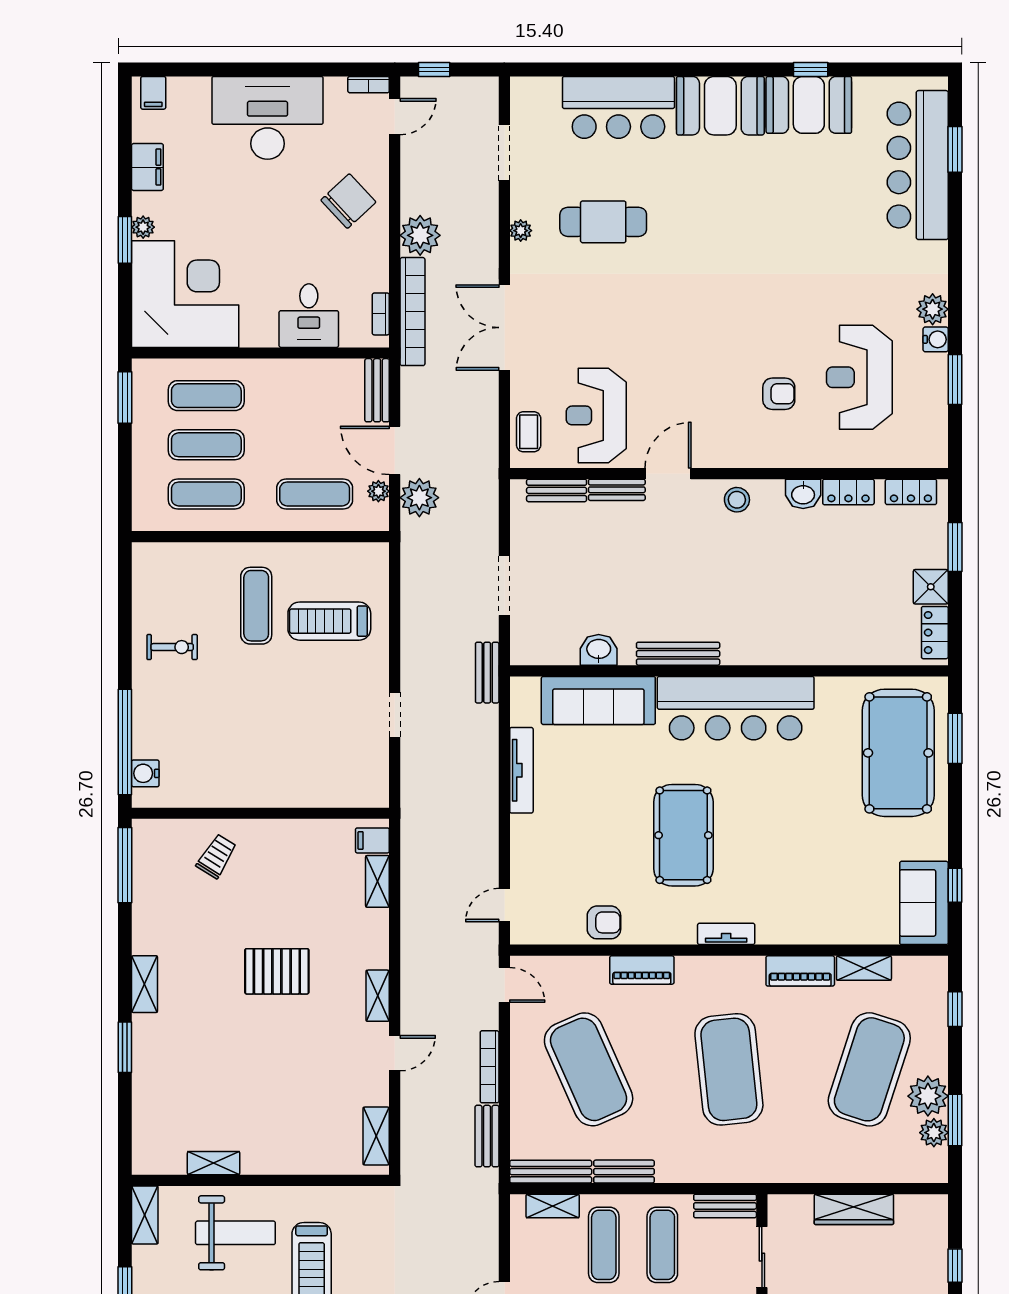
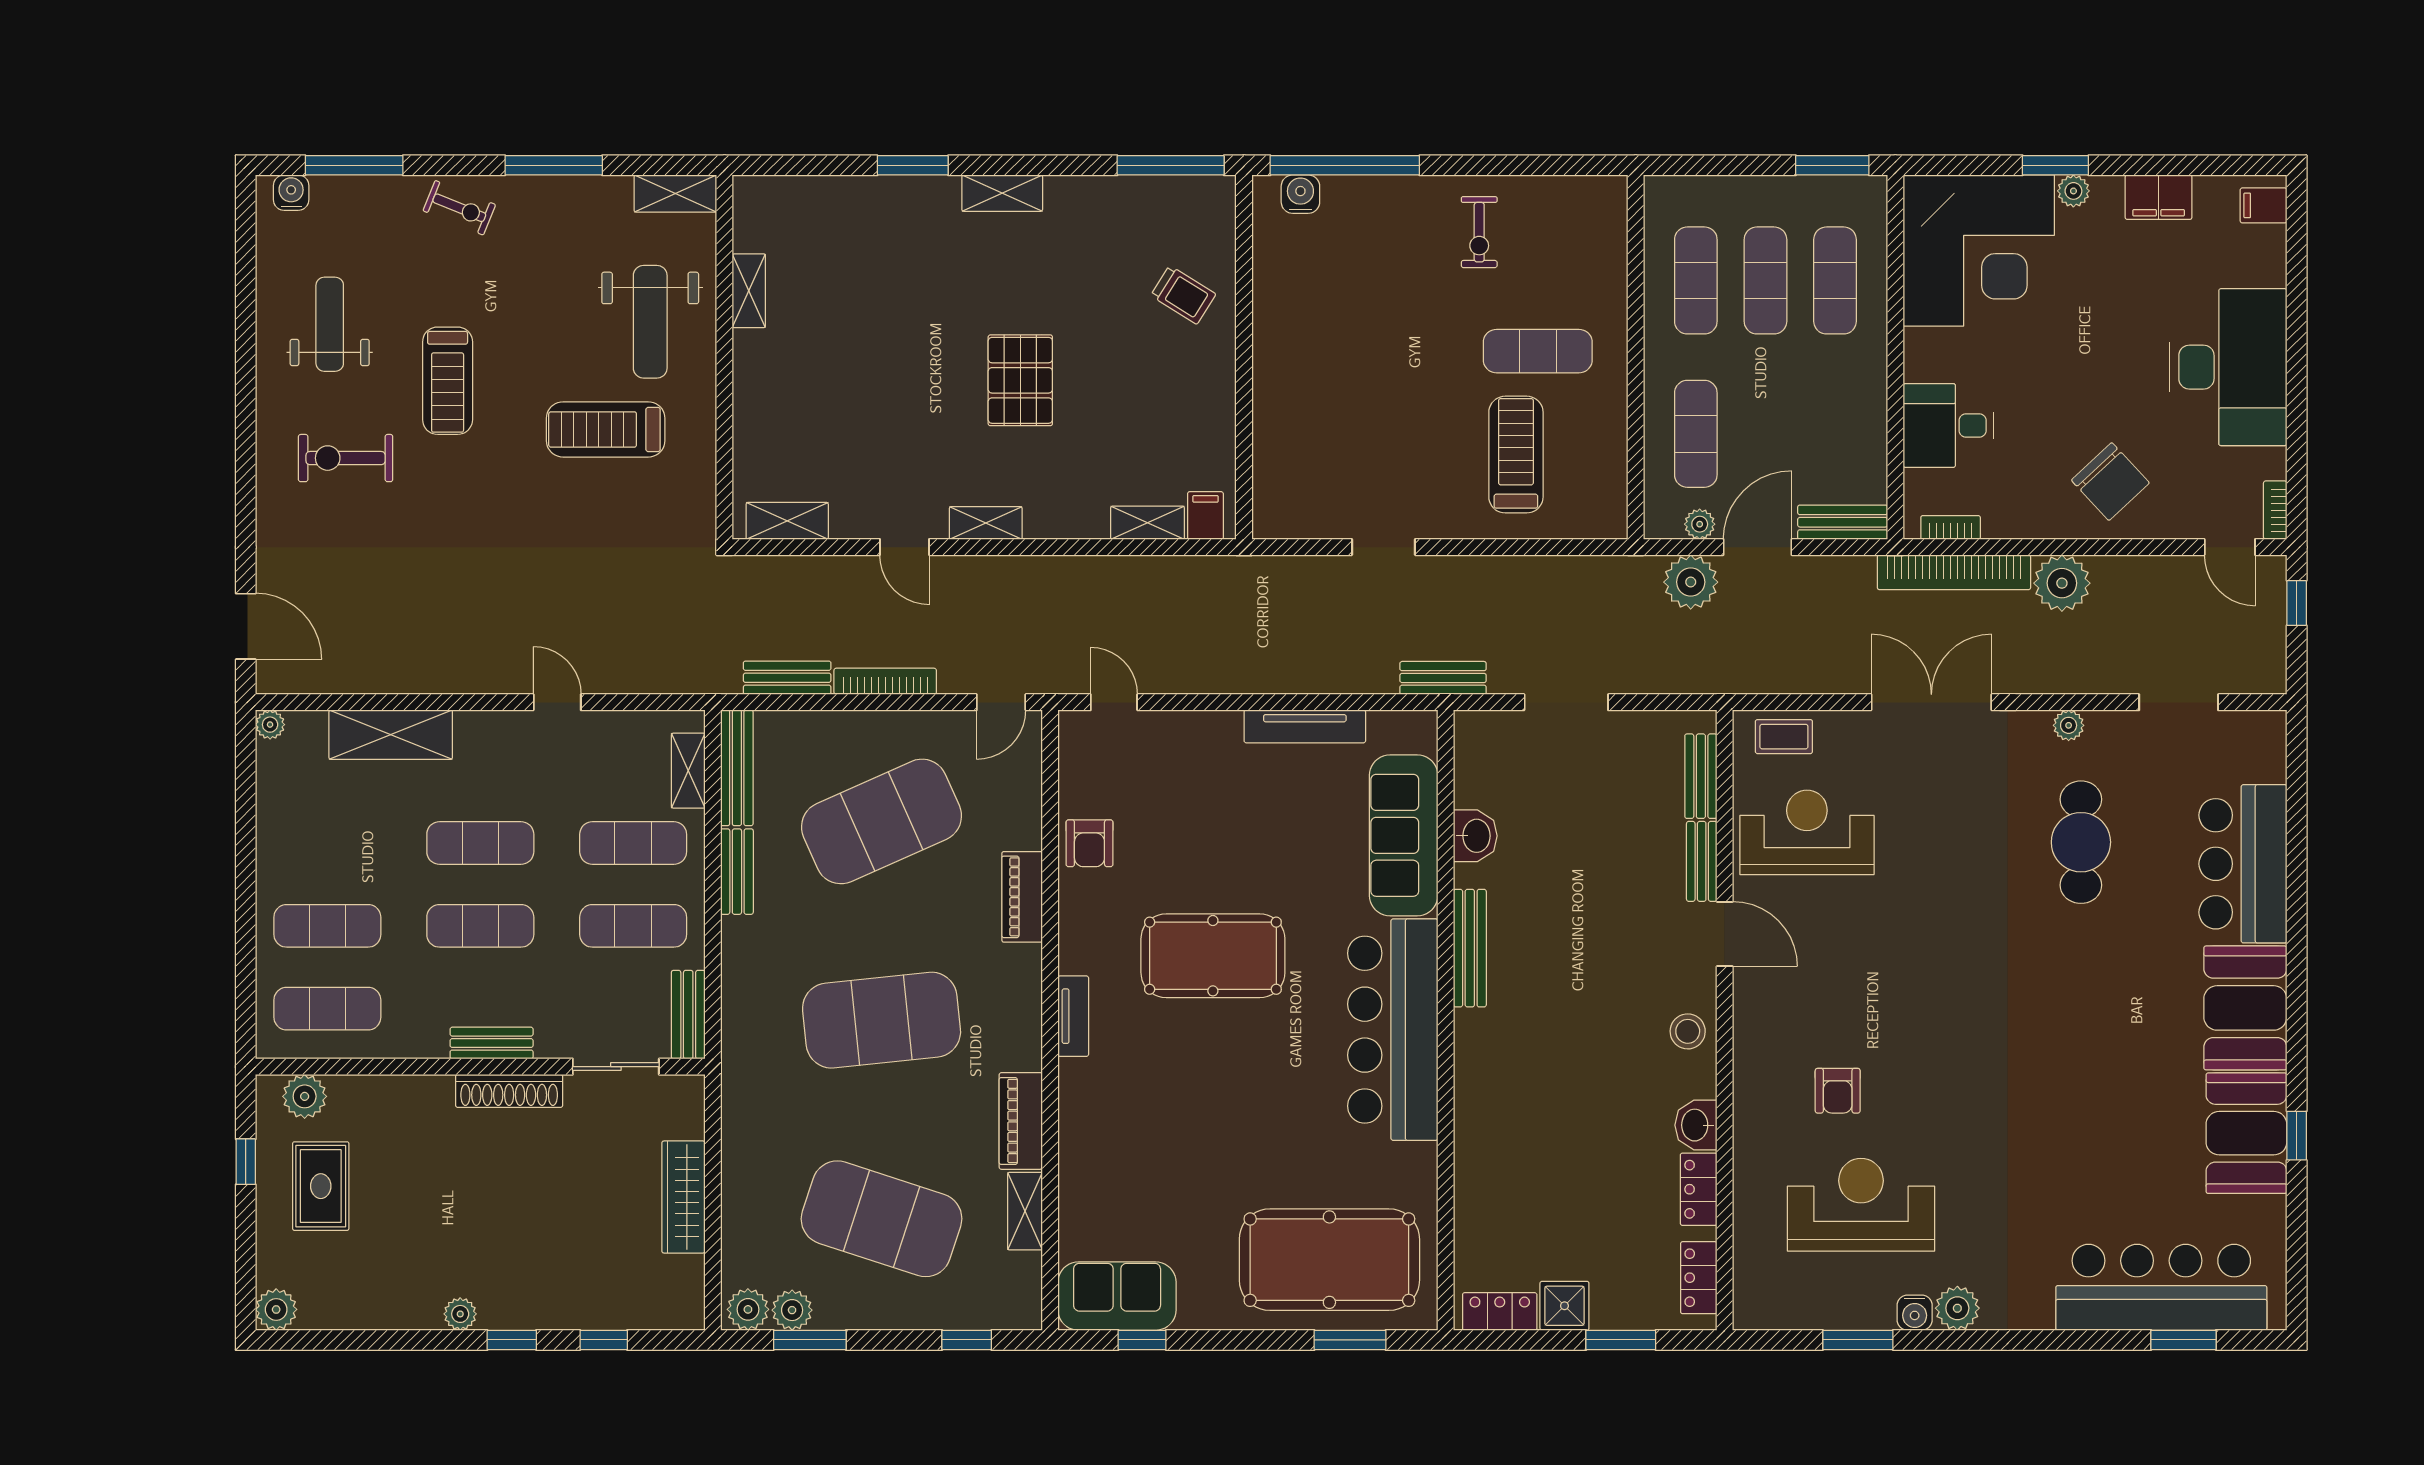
plant: (928, 1096) -> (748, 1309), moved, width x0.73, depth x0.73

